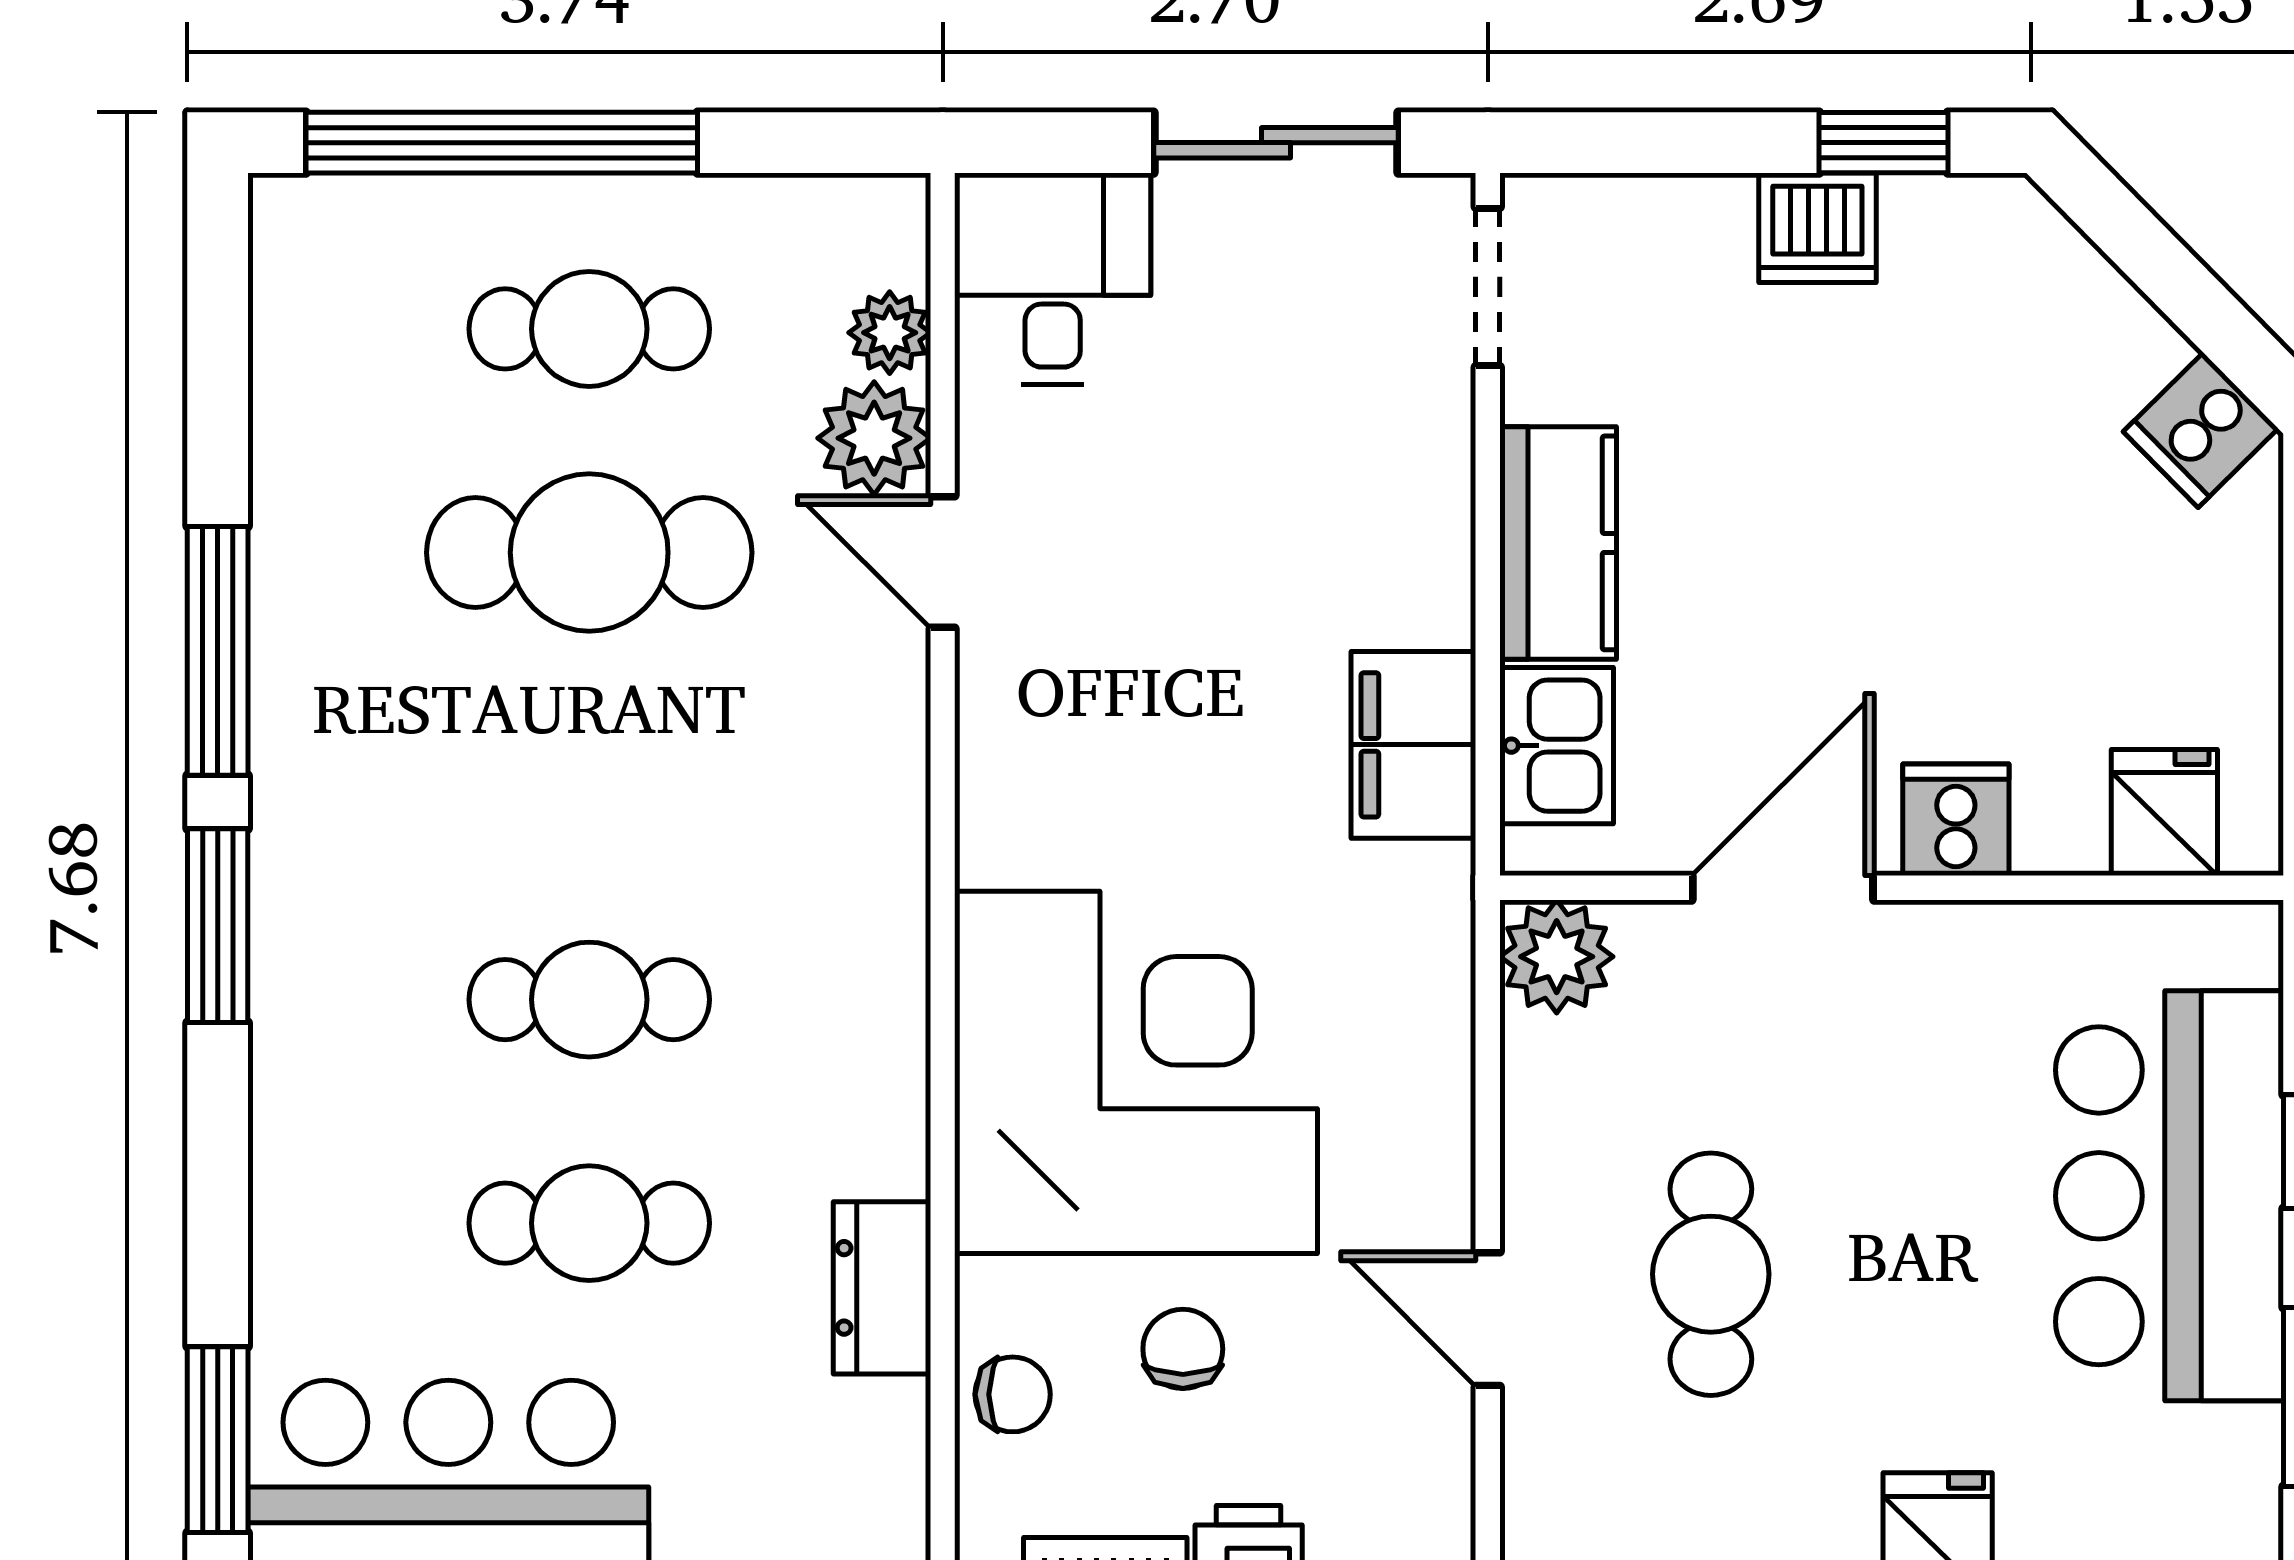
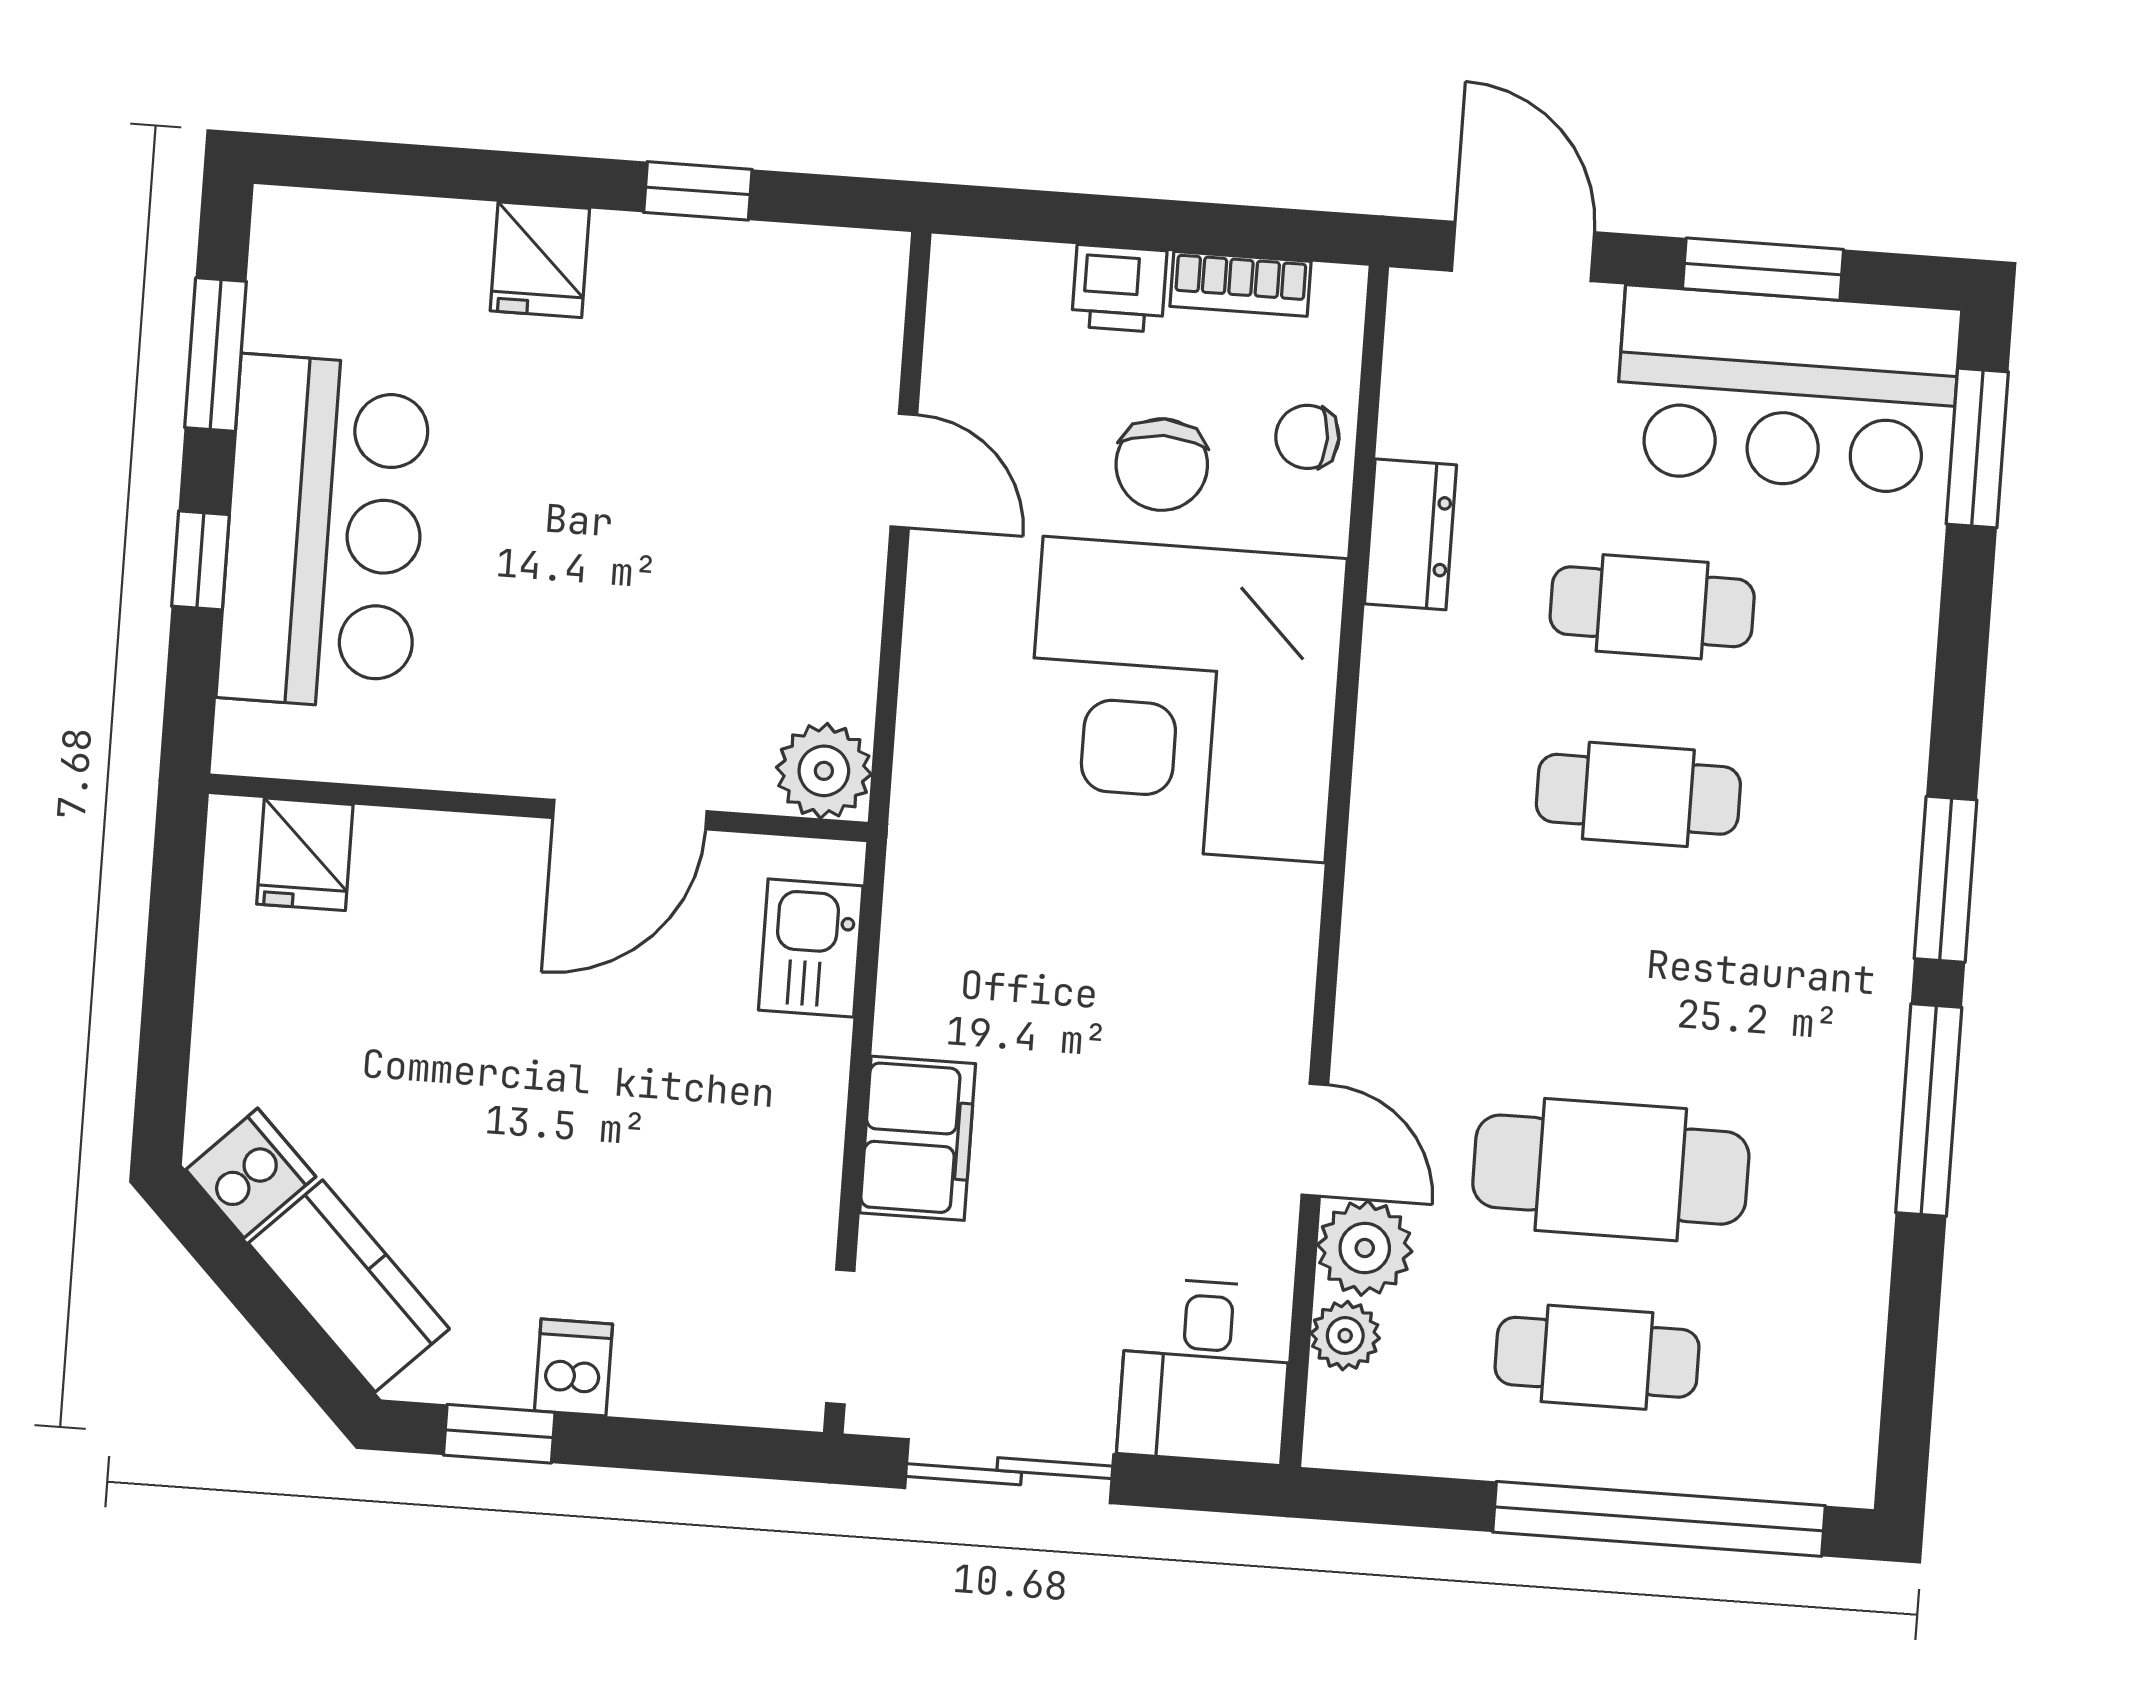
dishwasher: (1817, 228) -> (574, 1367), width x0.73
kitchen counter: (1558, 543) -> (349, 1286), moved, turned 135
filing cabinet: (1413, 745) -> (918, 1138), moved
cooker: (1956, 820) -> (480, 861), removed
cafe table: (1711, 1274) -> (714, 495), removed
chair: (1183, 1349) -> (1162, 465), width x1.37, depth x1.37

